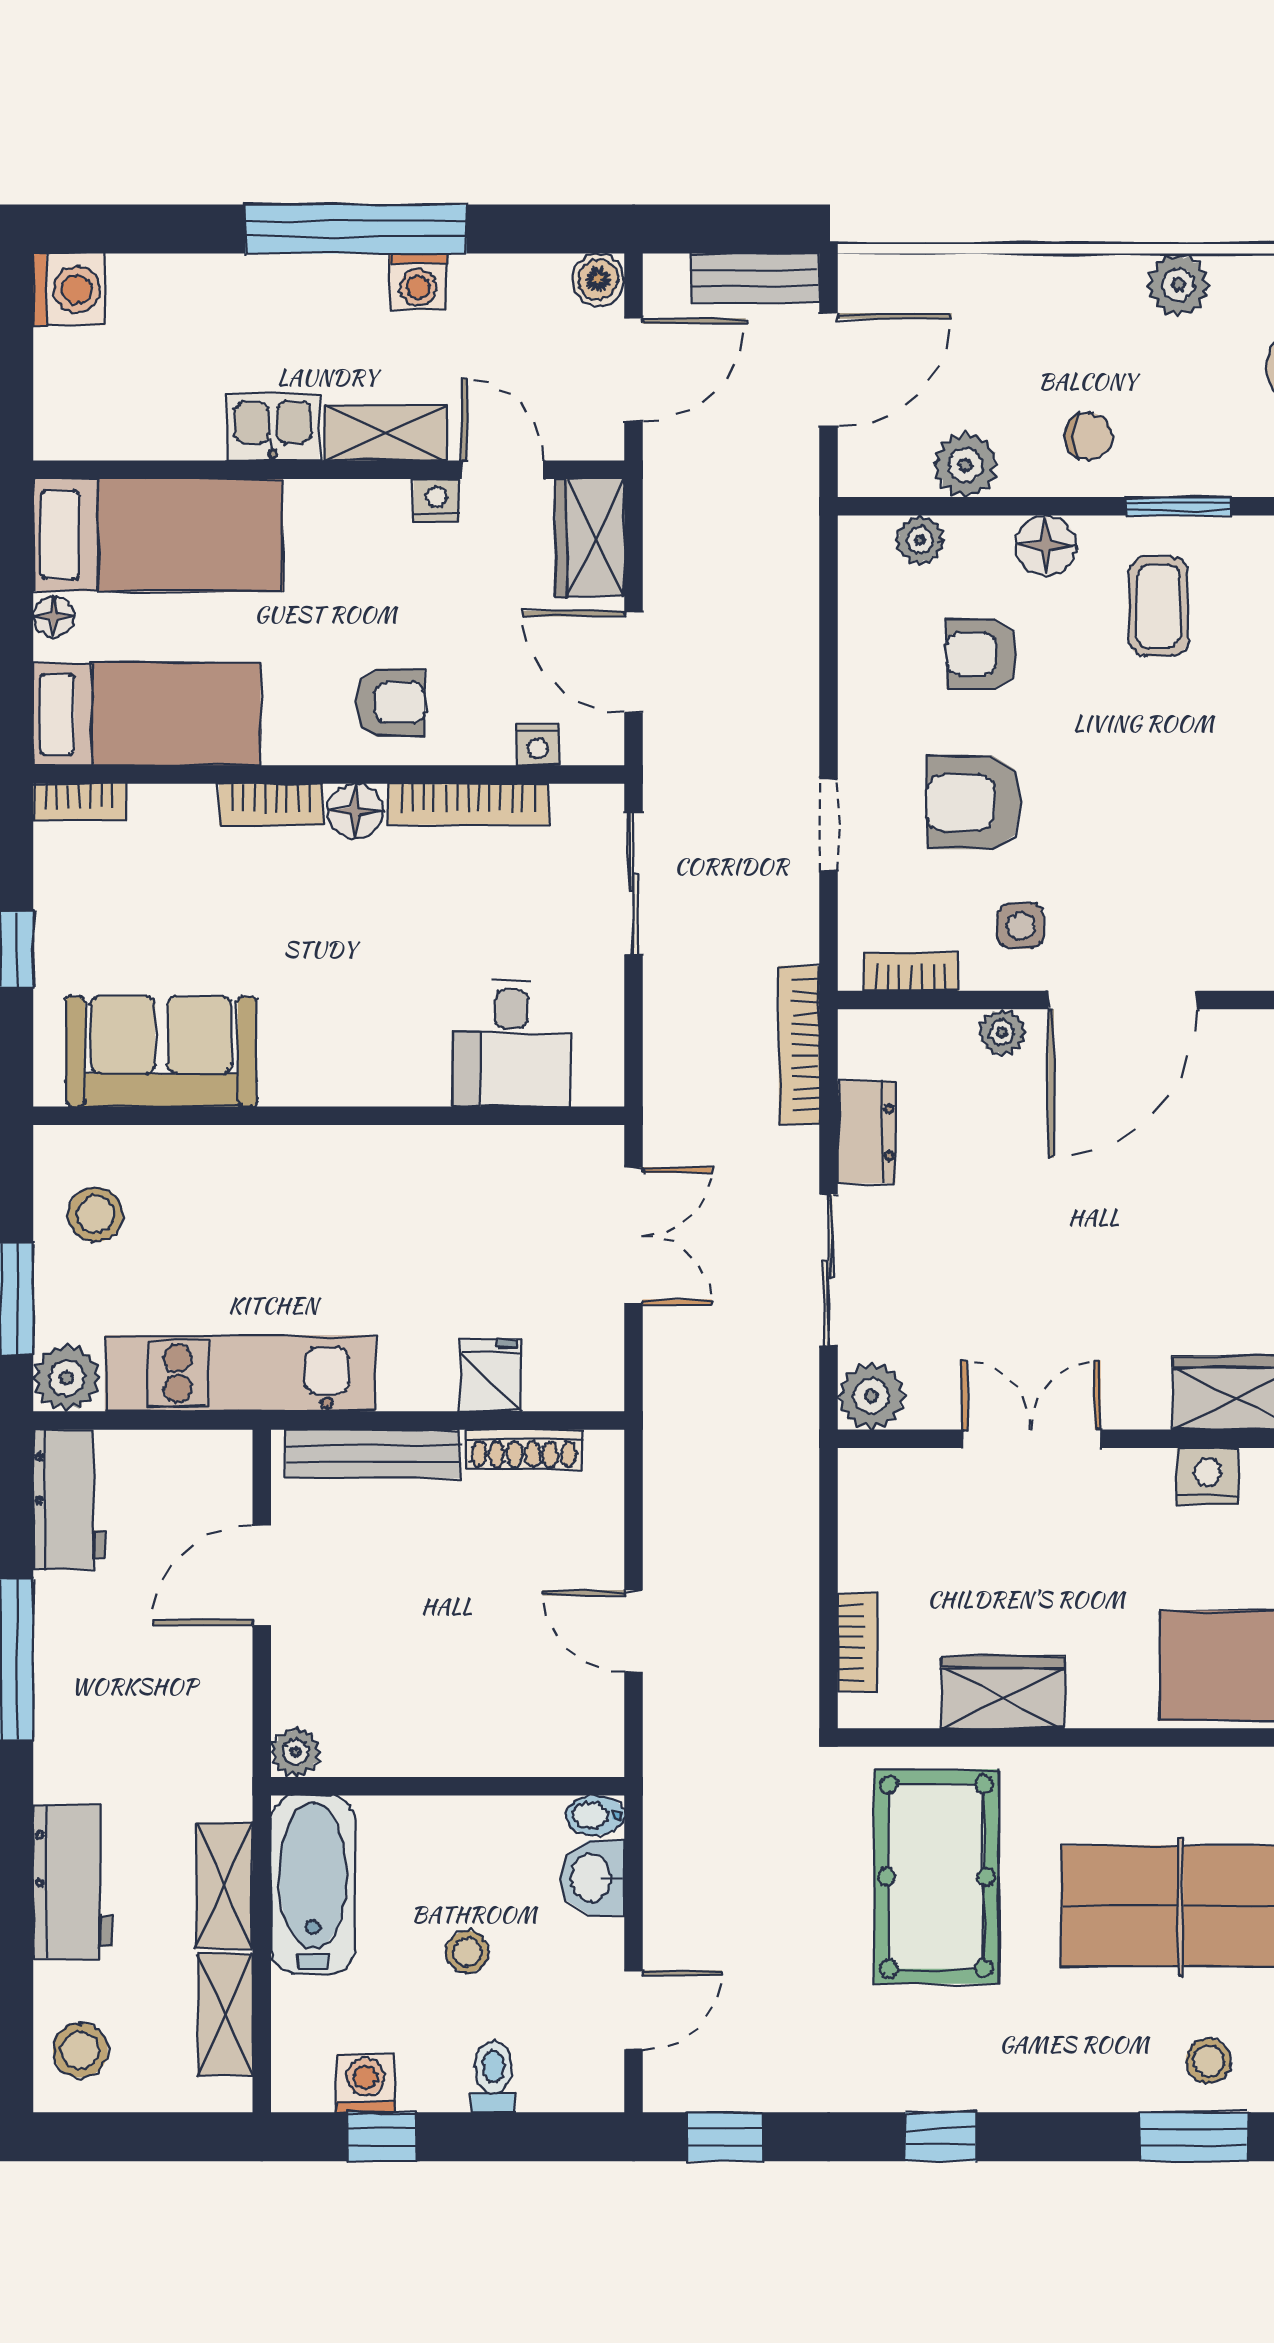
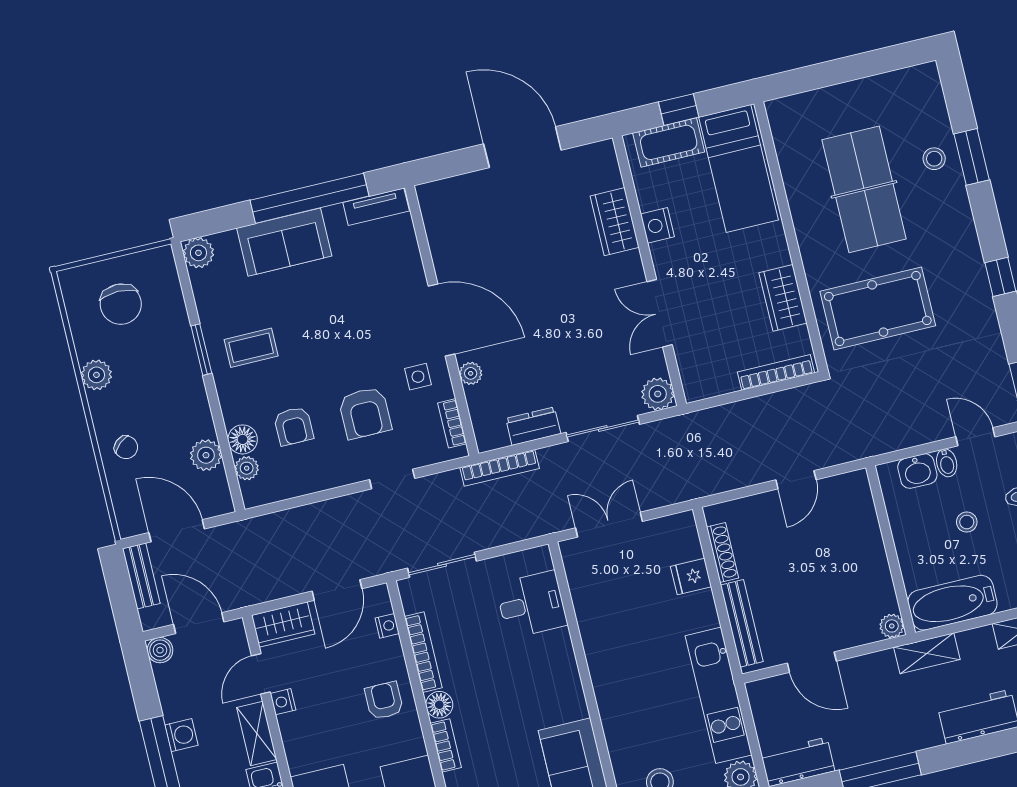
chair: (1089, 436) -> (126, 447), moved, turned 139
floor lamp: (1046, 545) -> (243, 439), moved
bookcase: (857, 1643) -> (776, 372), width x1.56
bidet: (595, 1815) -> (947, 463), moved
shelving: (224, 1886) -> (927, 653), moved

